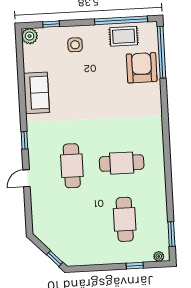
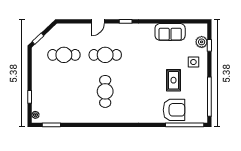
plant: (30, 36) -> (202, 42), moved
rug: (124, 36) -> (173, 80), moved
sofa: (36, 93) -> (170, 32), moved
door: (27, 178) -> (98, 21), swing flipped
cafe table: (125, 219) -> (64, 55), moved

